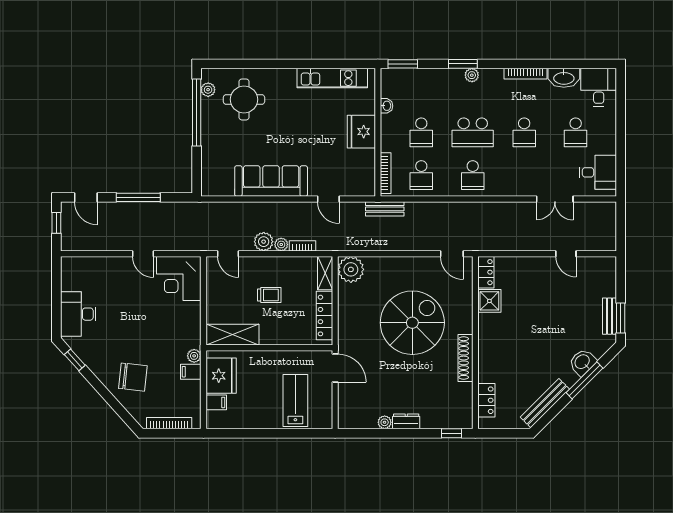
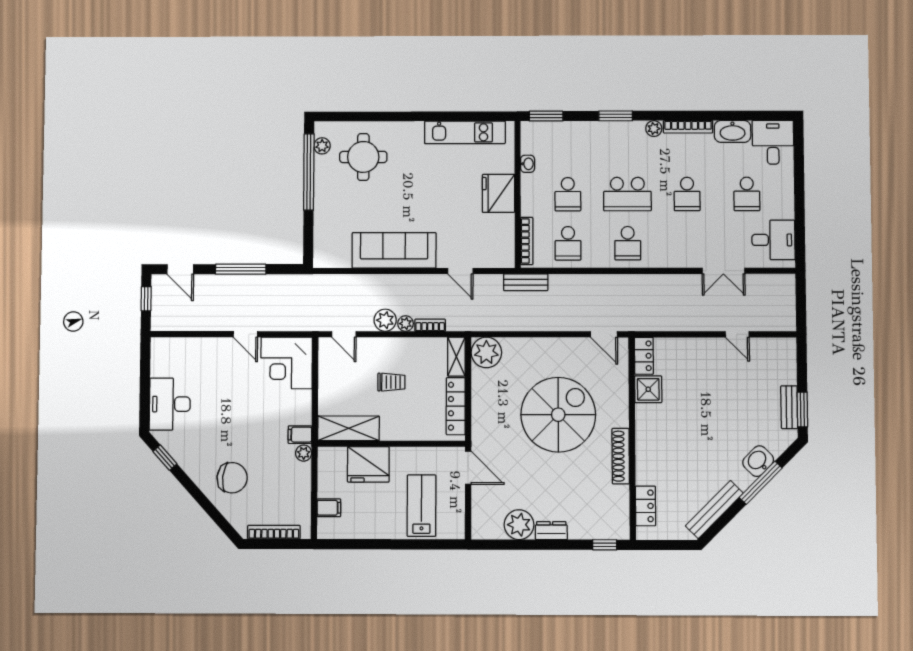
plant: (472, 75) -> (654, 129), moved
filing cabinet: (191, 372) -> (300, 435), moved
fridge: (221, 376) -> (368, 464), moved, turned 90
plant: (385, 422) -> (519, 525), width x1.88, depth x1.88

